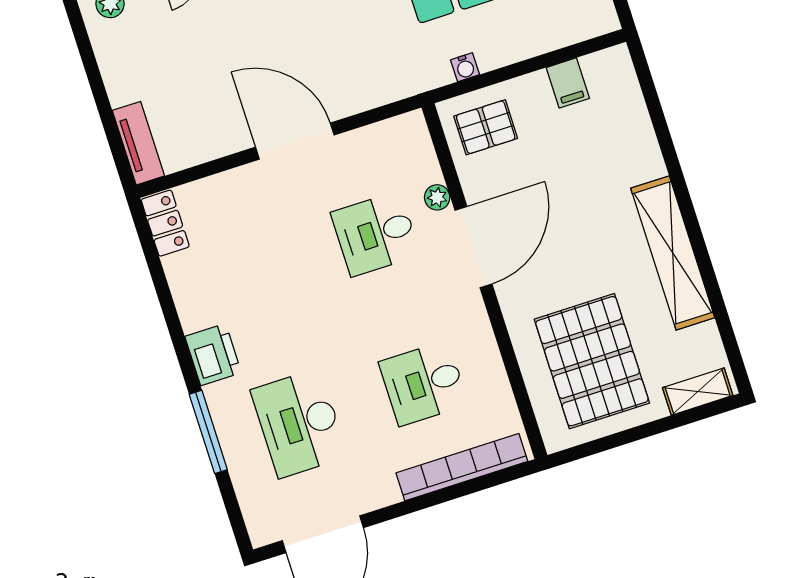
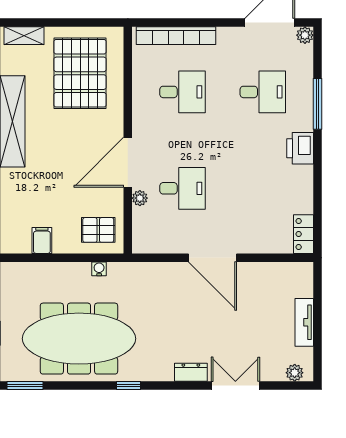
tv unit: (138, 143) -> (304, 322), moved
desk: (299, 423) -> (263, 92), width x0.73
plant: (262, 532) -> (305, 35), added

